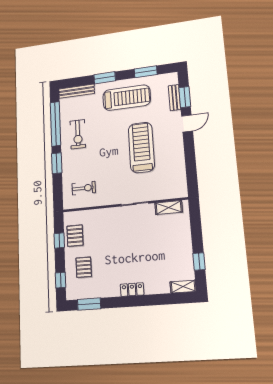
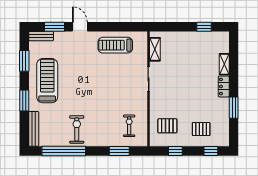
bench: (175, 98) -> (41, 36), moved
exercise bike: (78, 134) -> (77, 129), turned -90
treadmill: (141, 147) -> (115, 45), moved, width x0.73, depth x0.73
window: (57, 163) -> (119, 151), moved
pallet: (75, 236) -> (167, 126), moved
shelving: (183, 287) -> (224, 64), moved
window: (89, 304) -> (234, 108), moved

